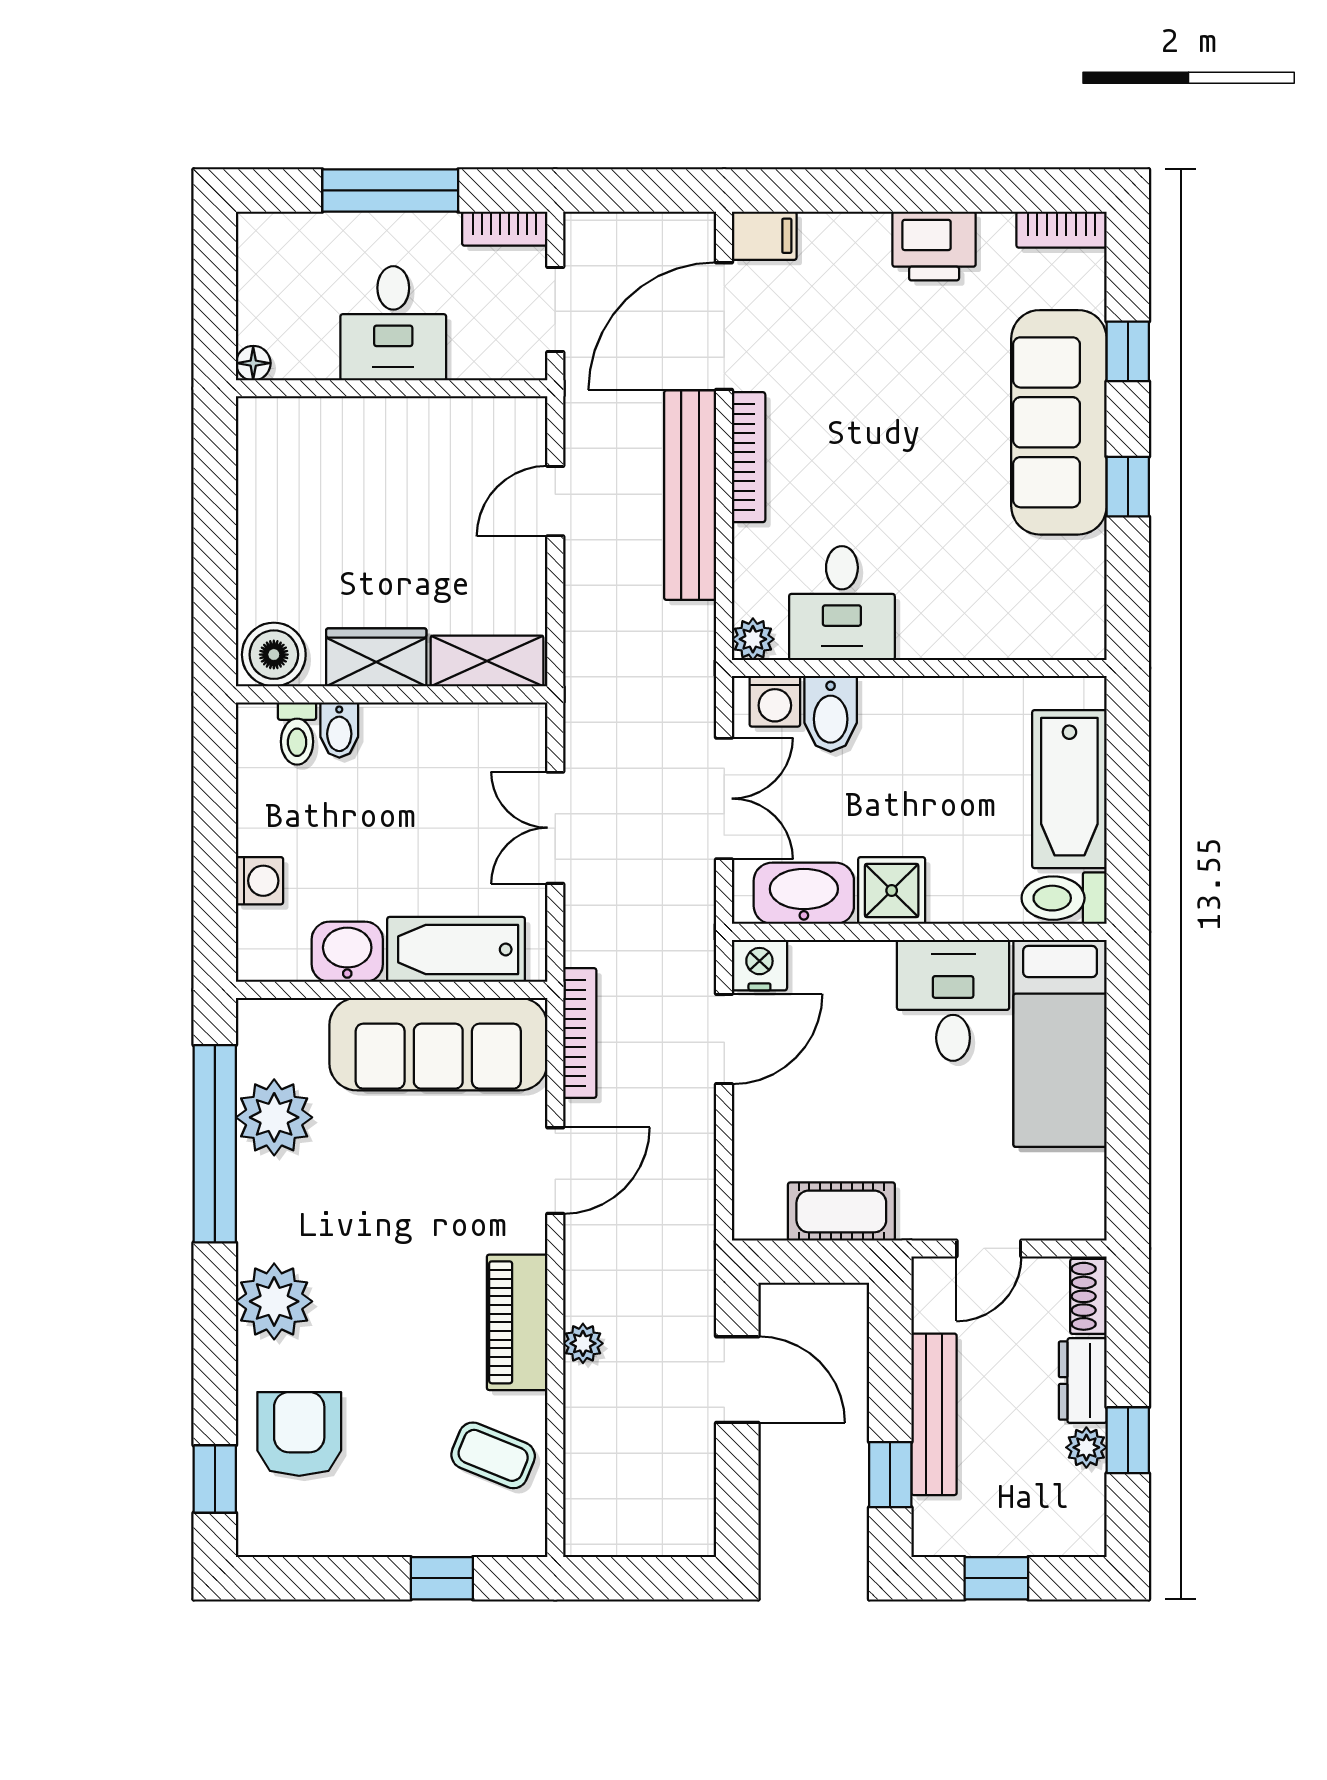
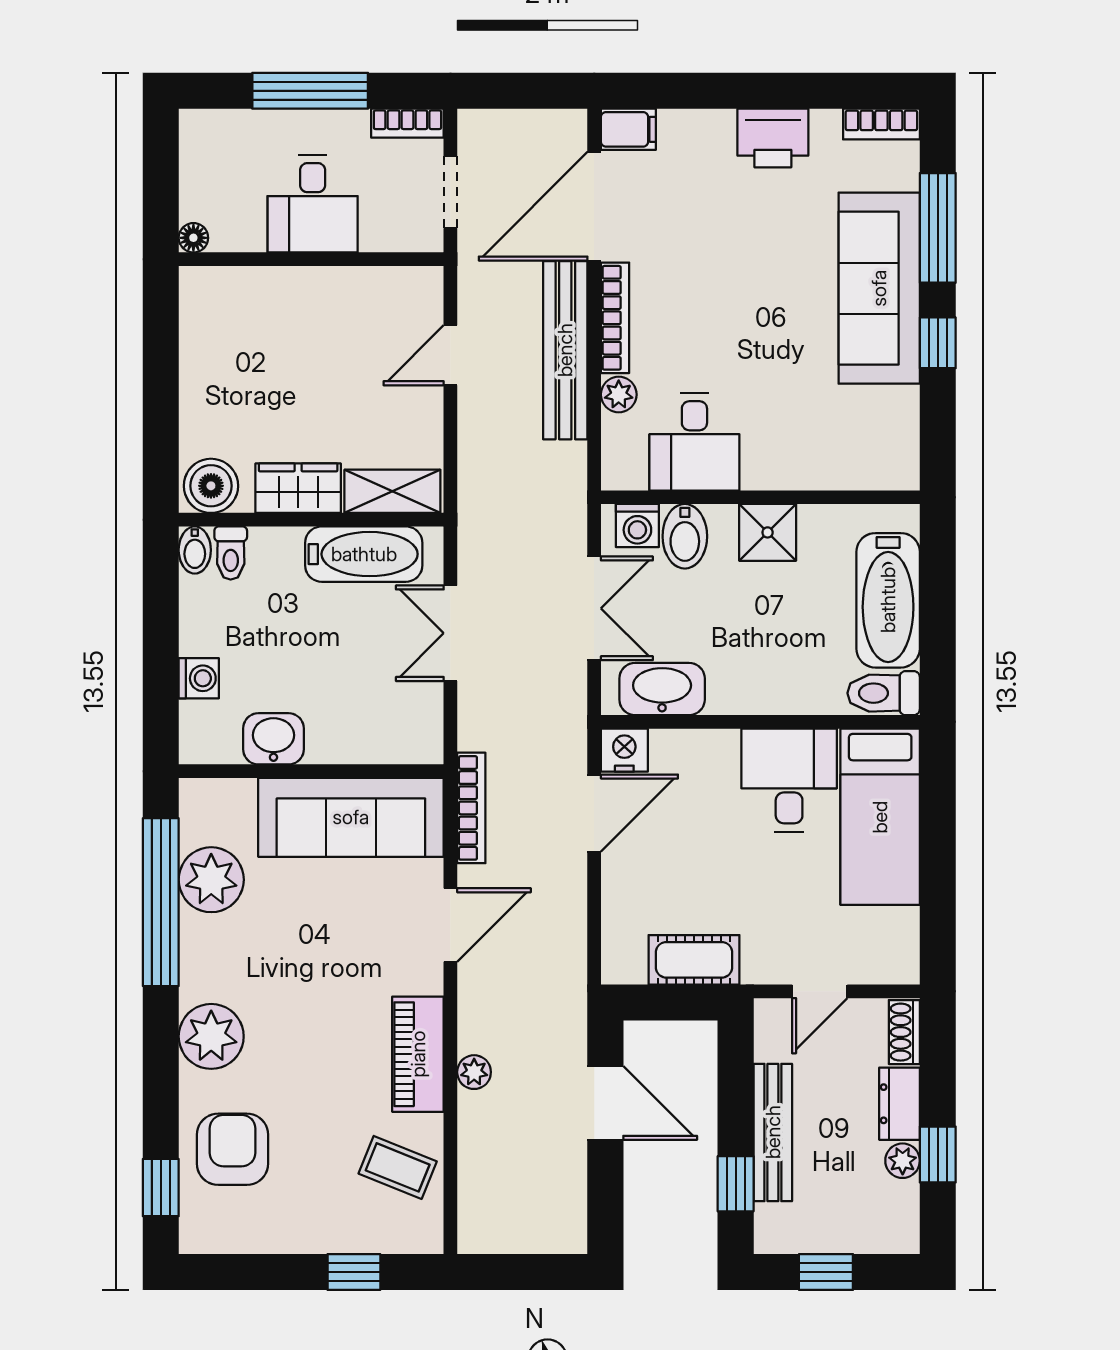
window: (1128, 351) -> (938, 228), width x2.17
plant: (753, 639) -> (619, 395), moved
bidet: (339, 730) -> (195, 550), moved
shower: (892, 891) -> (768, 532), moved
bathtub: (456, 949) -> (364, 554), moved, turned 180

